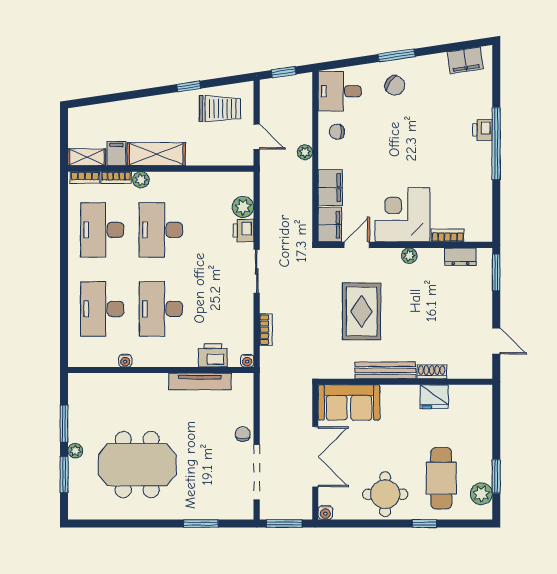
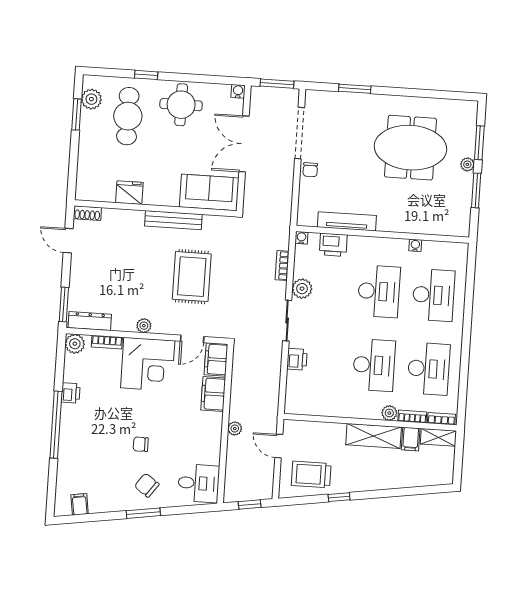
filing cabinet: (465, 60) -> (80, 504), width x0.50
printer: (483, 130) -> (71, 393), moved
chair: (337, 132) -> (141, 444), moved, turned 180
plant: (243, 207) -> (302, 289), moved
plant: (482, 231) -> (75, 344), added
dresser: (460, 257) -> (90, 321), width x1.44
shoe rack: (432, 372) -> (87, 213), moved

